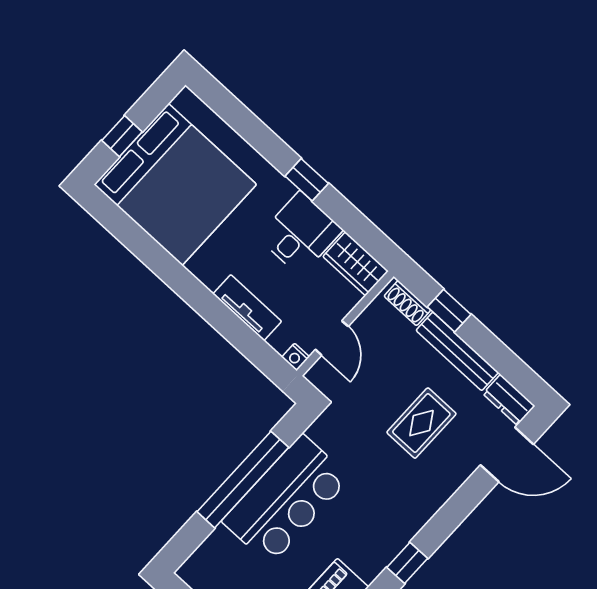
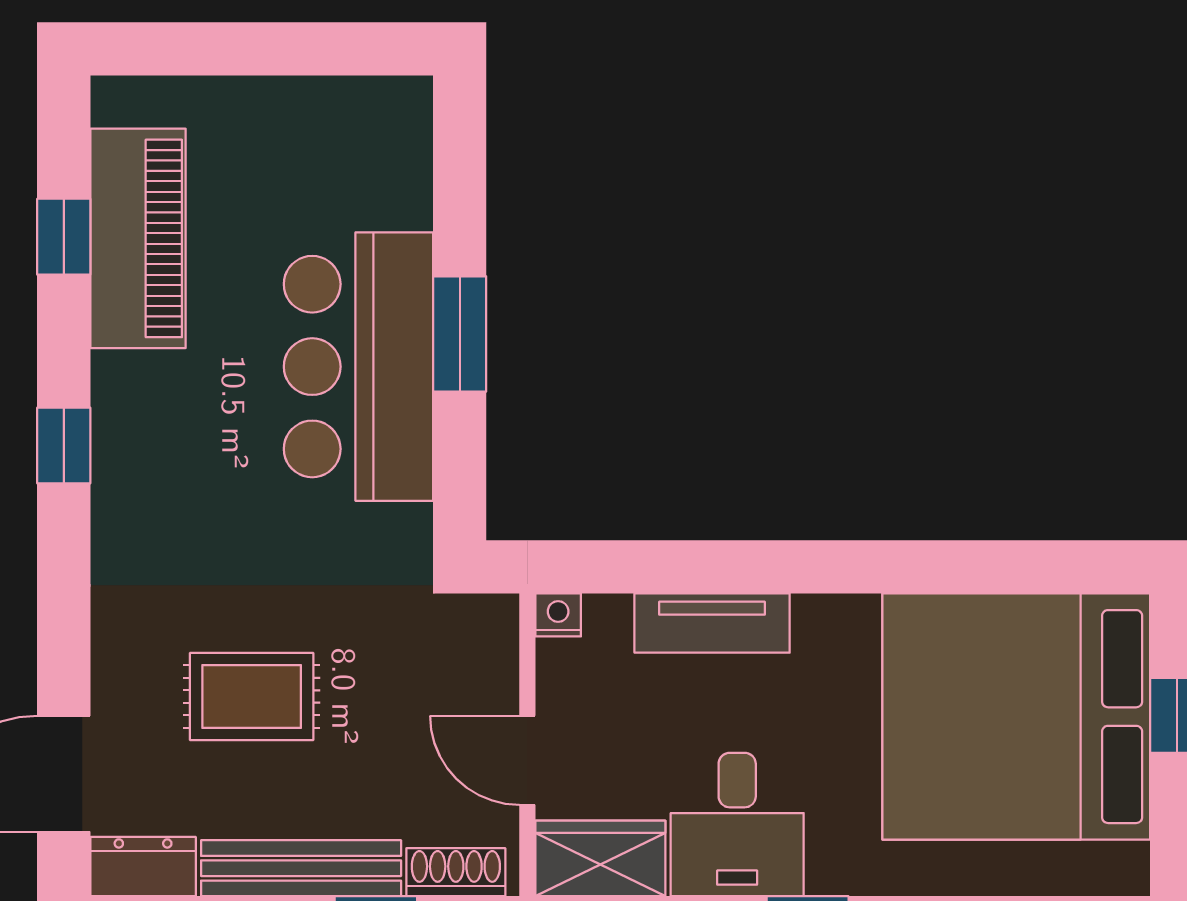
door: (332, 338) -> (527, 760), moved
rug: (421, 423) -> (252, 697), turned 90
window: (243, 480) -> (460, 334), width x0.47

